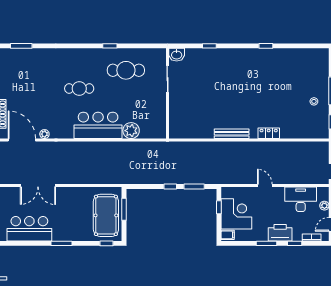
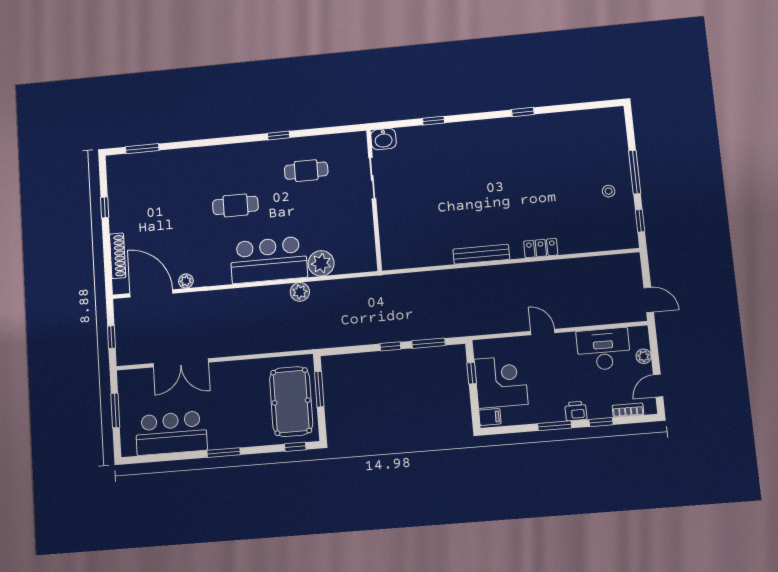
cafe table: (126, 70) -> (306, 171), width x0.73, depth x0.74
plant: (116, 147) -> (300, 292), added
printer: (280, 233) -> (576, 411), width x0.53, depth x0.68

